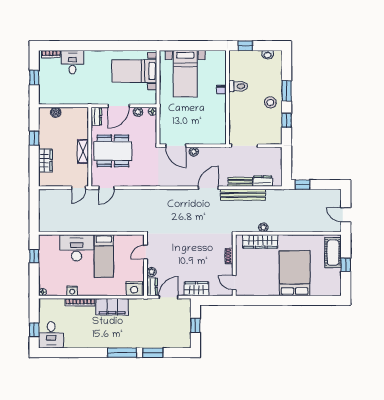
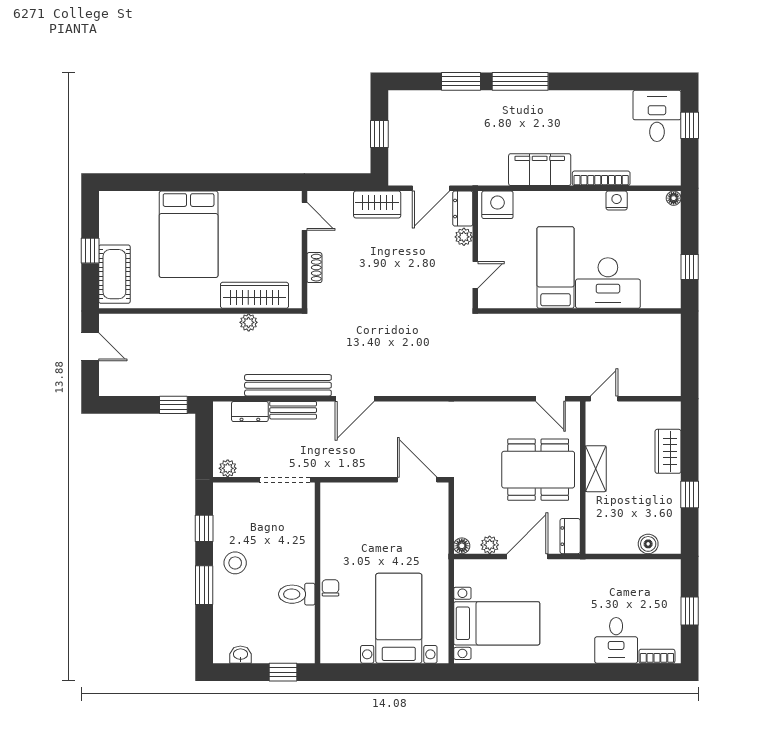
plant: (194, 152) -> (228, 468), moved
door: (106, 188) -> (551, 399), swing flipped

